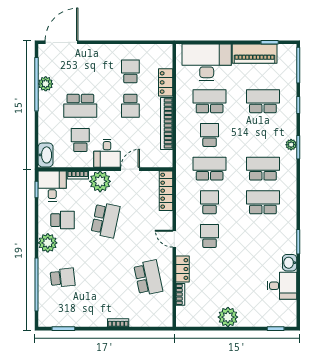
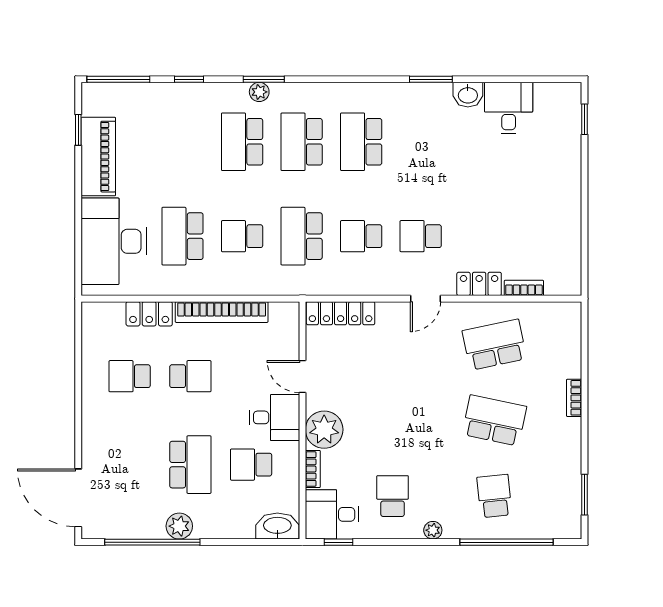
plant: (46, 84) -> (179, 526), moved
school desk: (263, 101) -> (242, 142), moved
school desk: (105, 220) -> (494, 420), moved
plant: (48, 243) -> (433, 530), width x0.53, depth x0.53
plant: (228, 317) -> (564, 204), removed

